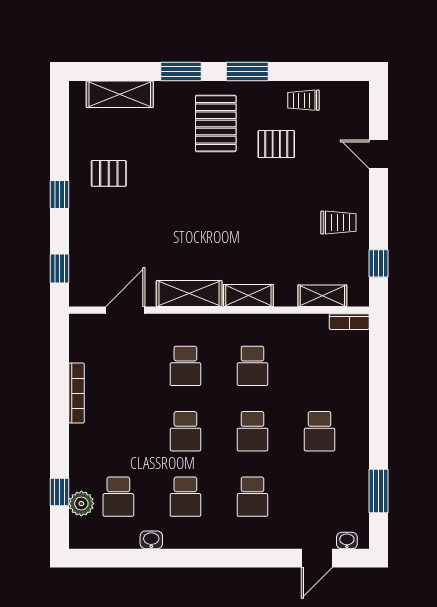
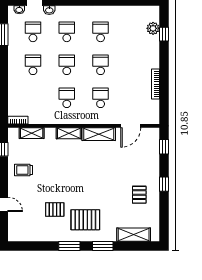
trolley: (304, 100) -> (41, 232), removed
pallet: (216, 123) -> (85, 220), turned 90
pallet: (109, 173) -> (139, 195), turned 90
school desk: (118, 497) -> (33, 32), moved
washbasin: (151, 540) -> (49, 10), moved

